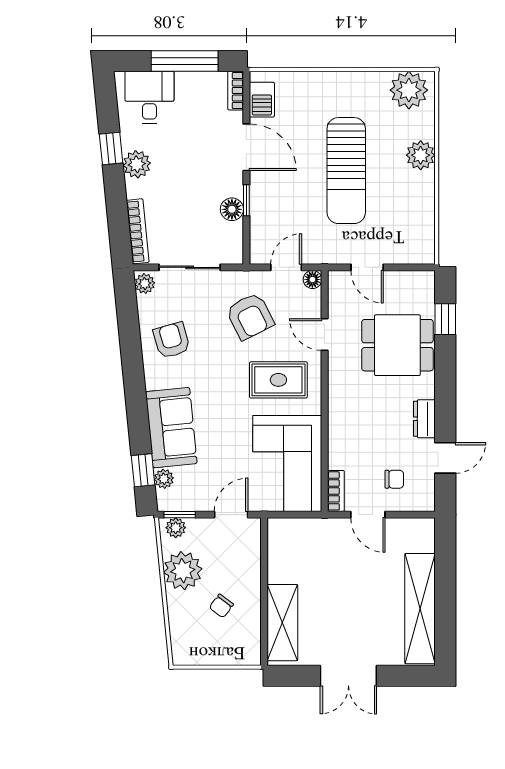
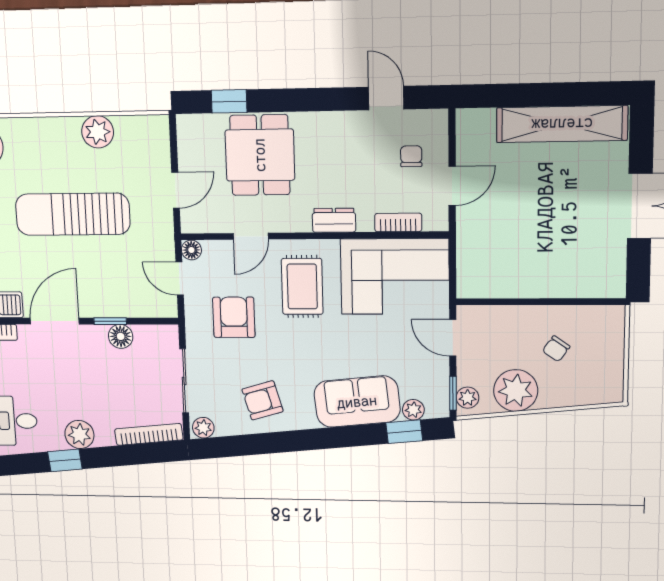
plant: (421, 155) -> (98, 132), moved
sun lounger: (346, 171) -> (73, 214), turned 180
armchair: (250, 316) -> (234, 317), turned -63
dresser: (424, 419) -> (334, 220), moved, turned 180
bookcase: (336, 491) -> (398, 222), moved
chair: (221, 606) -> (556, 349), turned 88
shelving: (282, 623) -> (576, 281), removed

